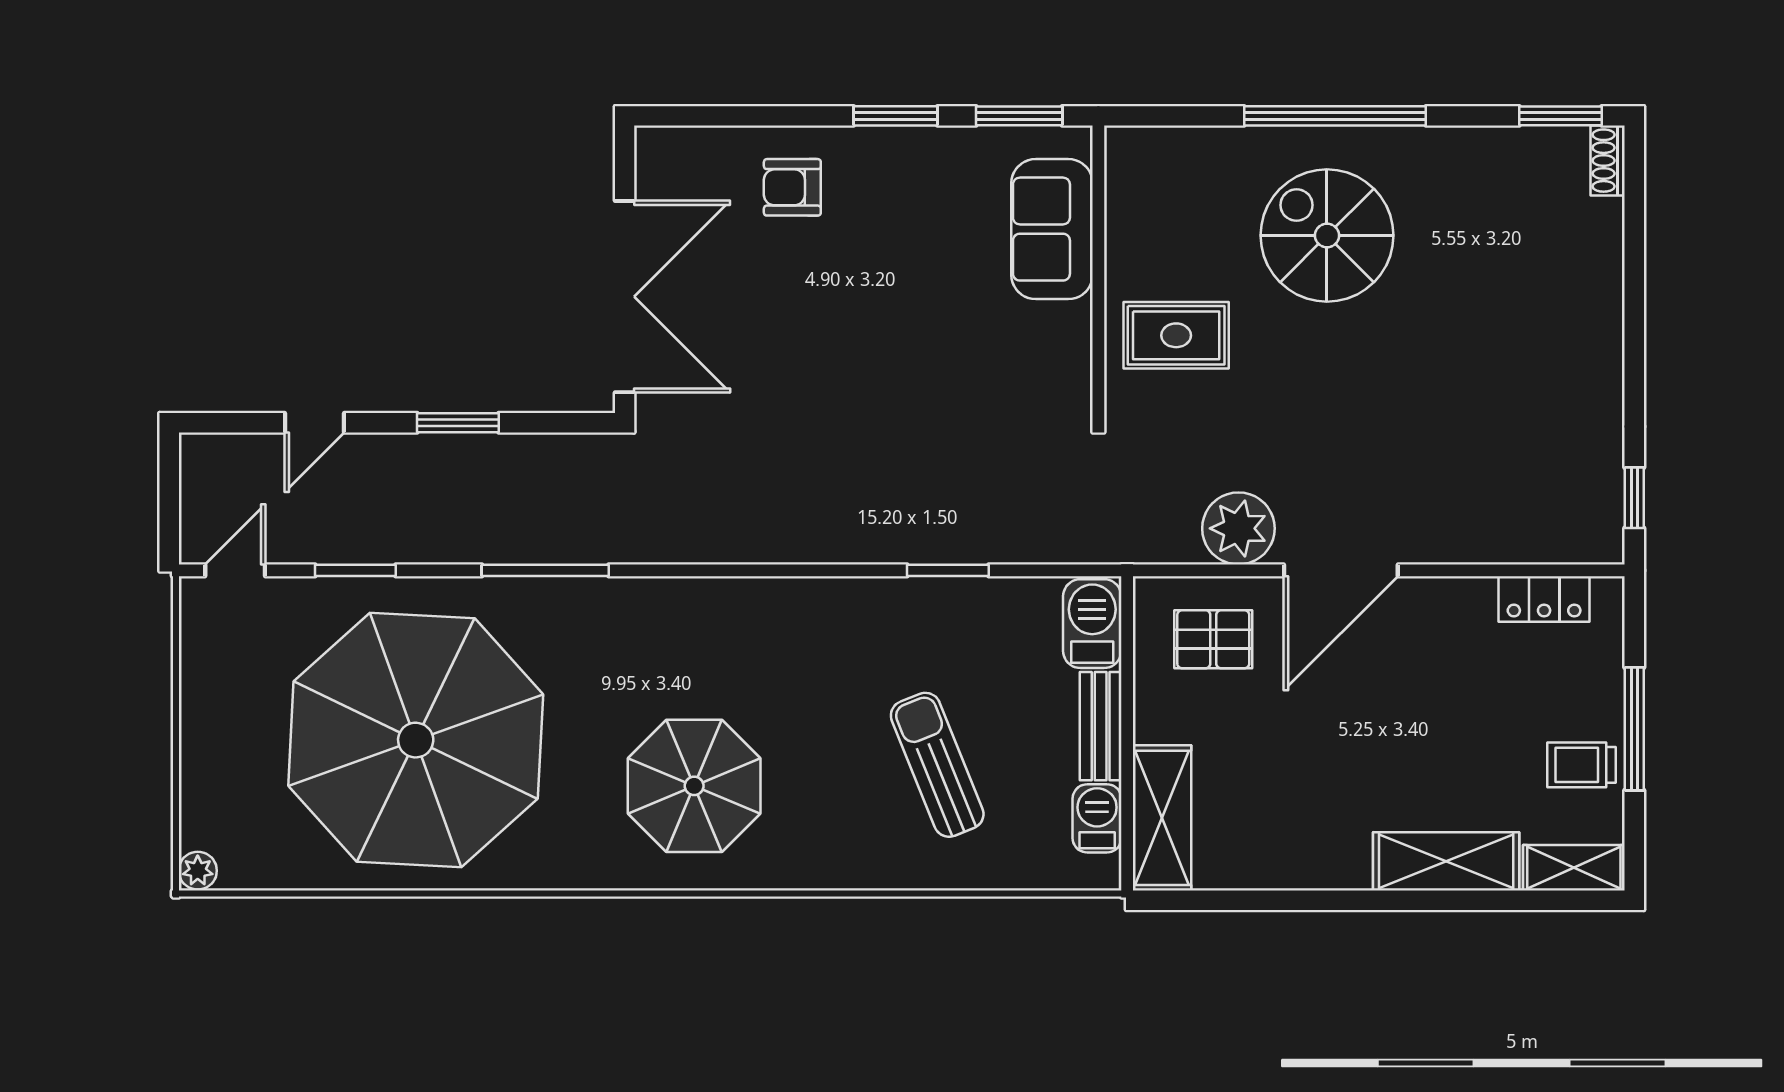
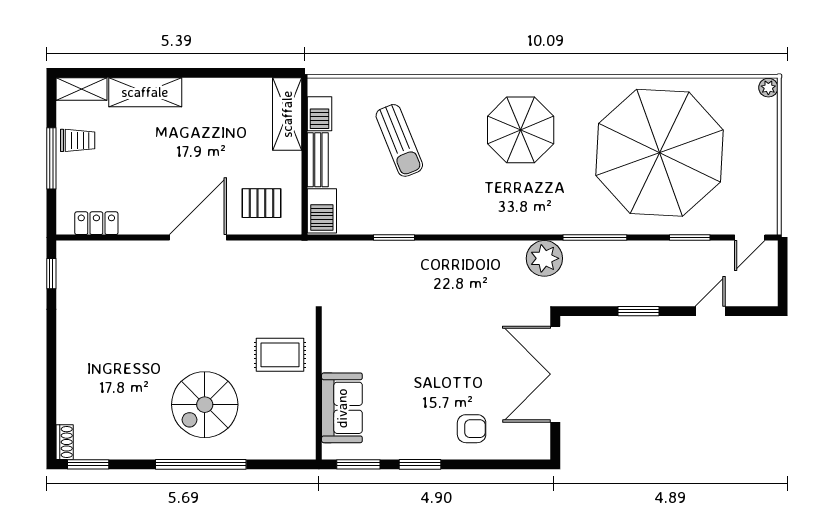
spiral stairs: (1327, 235) -> (205, 405), turned 90
plant: (1238, 528) -> (544, 258), moved

